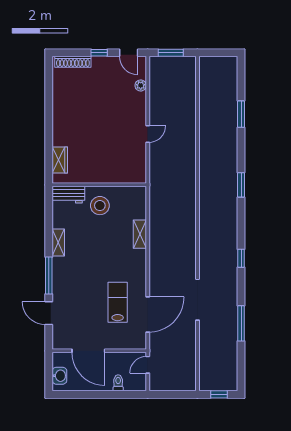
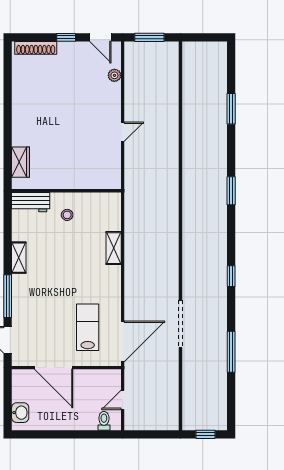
stool: (100, 206) -> (67, 215), width x0.53, depth x0.53
door: (88, 351) -> (54, 368), moved
wall: (99, 351) -> (66, 368), moved
toilet: (118, 383) -> (104, 421), moved

